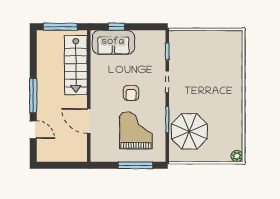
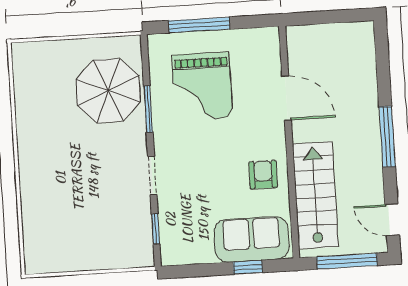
armchair: (131, 93) -> (263, 175), moved
door: (33, 130) -> (392, 220), moved
plant: (237, 156) -> (21, 52), removed

